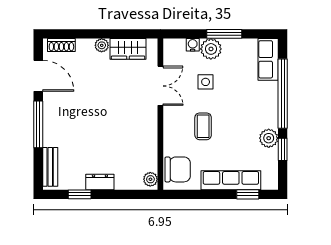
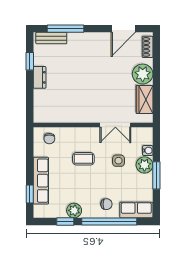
plant: (102, 45) -> (143, 74), width x1.88, depth x1.88
chair: (261, 97) -> (106, 204), added
window: (38, 124) -> (66, 29), moved
chair: (178, 169) -> (49, 139), width x0.54, depth x0.54
plant: (150, 179) -> (42, 117), removed

